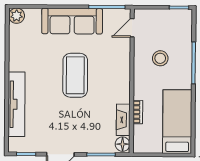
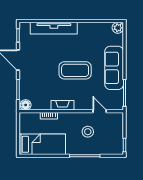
door: (132, 28) -> (100, 111), moved
fireplace: (123, 120) -> (63, 105), moved

